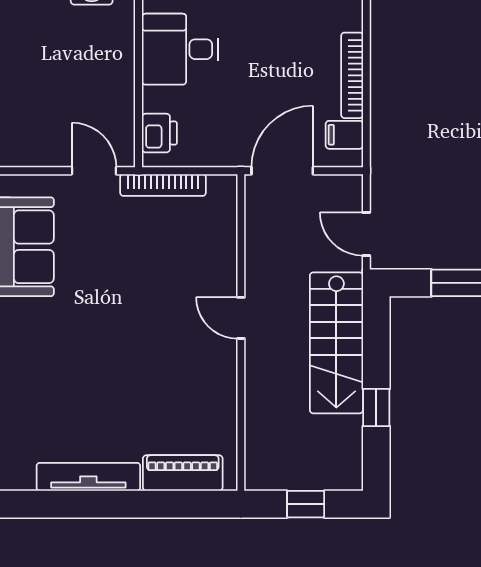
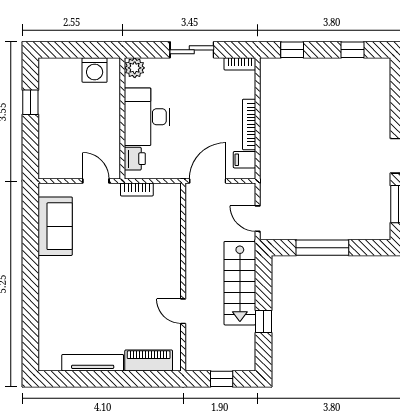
desk: (180, 49) -> (147, 117), width x1.37
bookcase: (163, 185) -> (137, 190), width x0.64
door: (241, 318) -> (183, 311), moved

